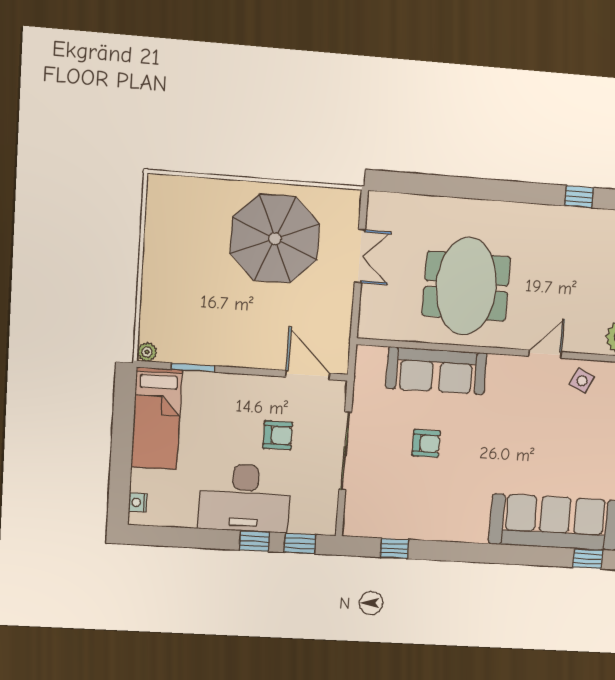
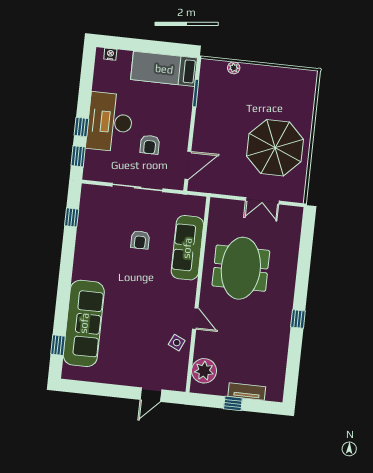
window: (579, 197) -> (298, 319), moved
meeting table: (466, 286) -> (241, 268), turned 90
plant: (147, 352) -> (234, 68), moved

